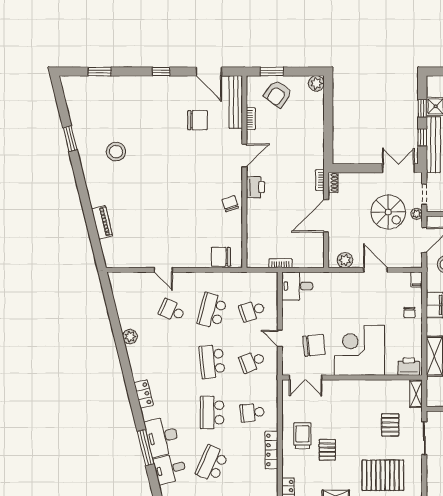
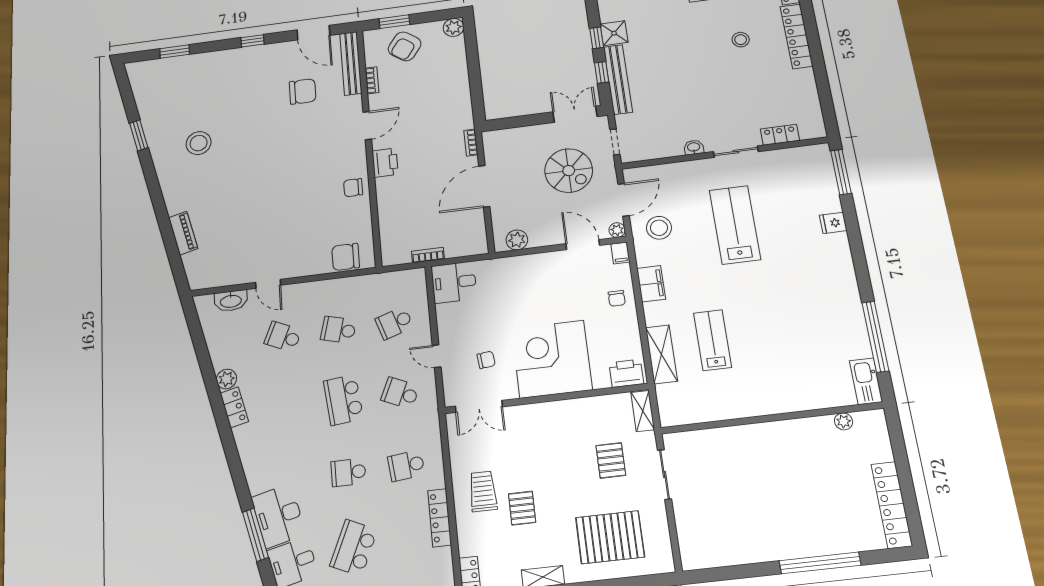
shoe rack: (333, 182) -> (489, 143), removed
chair: (230, 204) -> (353, 188), turned -72
plant: (417, 214) -> (617, 230), moved
door: (375, 270) -> (583, 245), moved
washbasin: (135, 279) -> (231, 301), added
school desk: (212, 311) -> (338, 330), width x0.54
chair: (314, 345) -> (486, 360), width x0.54, depth x0.54
school desk: (252, 362) -> (400, 393), turned 45
locker: (144, 394) -> (234, 407), moved
school desk: (212, 413) -> (348, 472), width x0.54

